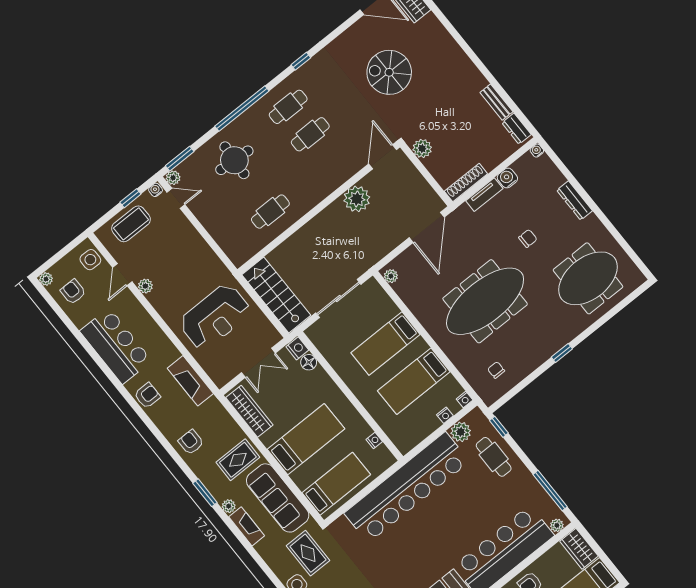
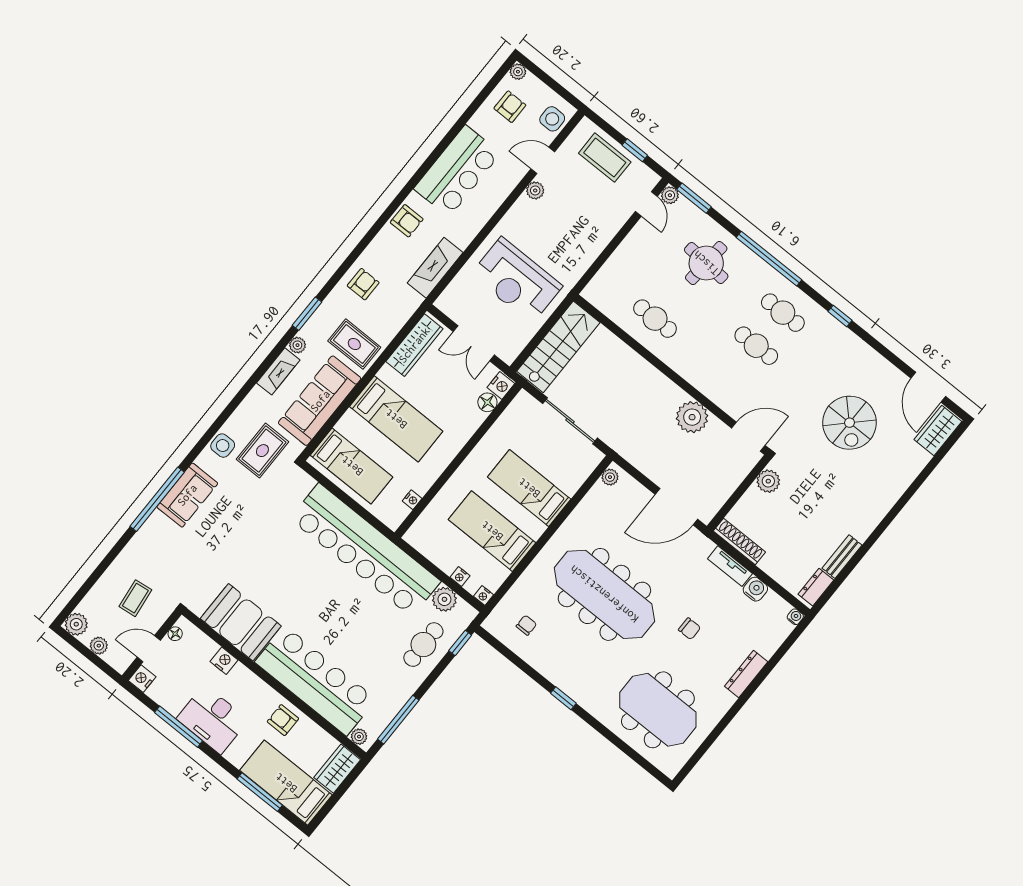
spiral stairs: (389, 72) -> (849, 423), turned 180
water cooler: (156, 190) -> (651, 178), removed

